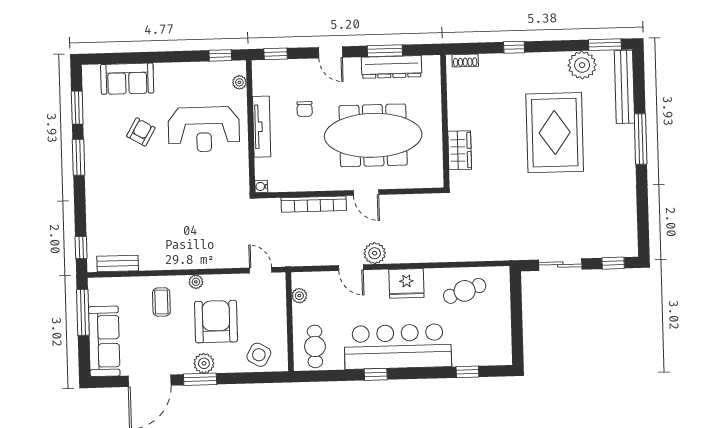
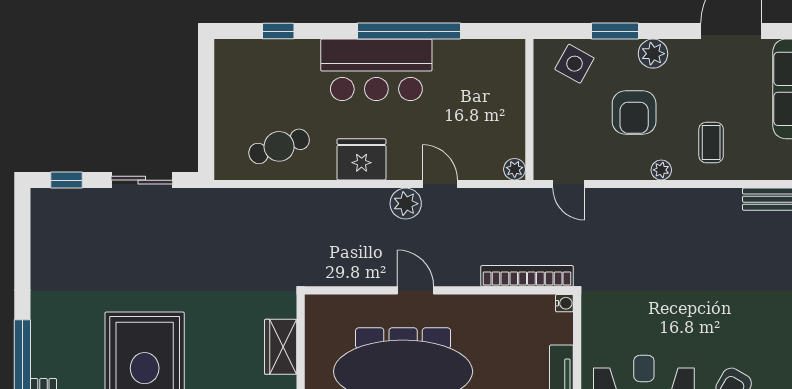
bookcase: (314, 204) -> (527, 276), moved
plant: (299, 296) -> (515, 169), moved
armchair: (216, 322) -> (634, 113), width x0.73, depth x0.73
cafe table: (315, 346) -> (494, 73), removed
bar counter: (398, 346) -> (376, 70), width x0.73
window: (376, 374) -> (409, 31), width x3.17
window: (200, 379) -> (615, 31), moved

